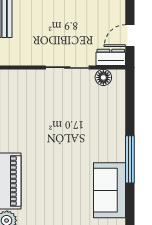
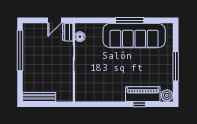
door: (130, 36) -> (54, 20), hinge flipped
sofa: (110, 190) -> (134, 36), width x1.85, depth x1.27

